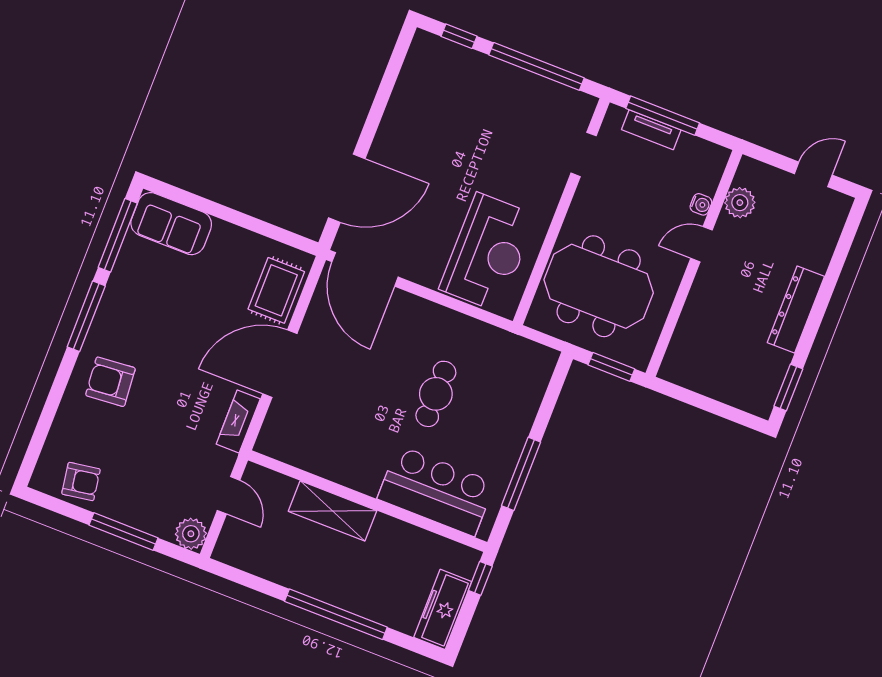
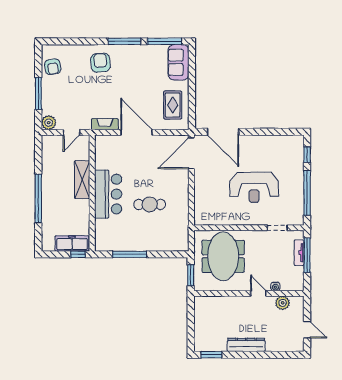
reception desk: (488, 252) -> (254, 187), moved
rug: (276, 290) -> (173, 105), moved, turned 90
bar counter: (436, 491) -> (108, 194), moved
freezer: (443, 609) -> (72, 243), moved

